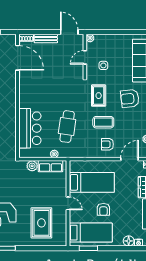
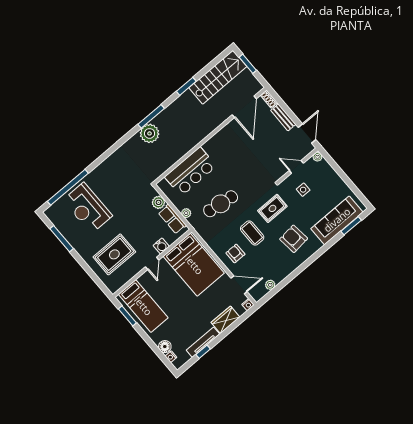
bed: (92, 182) -> (194, 265), width x1.50
water cooler: (62, 188) -> (161, 246), added
armchair: (103, 209) -> (174, 300), removed

